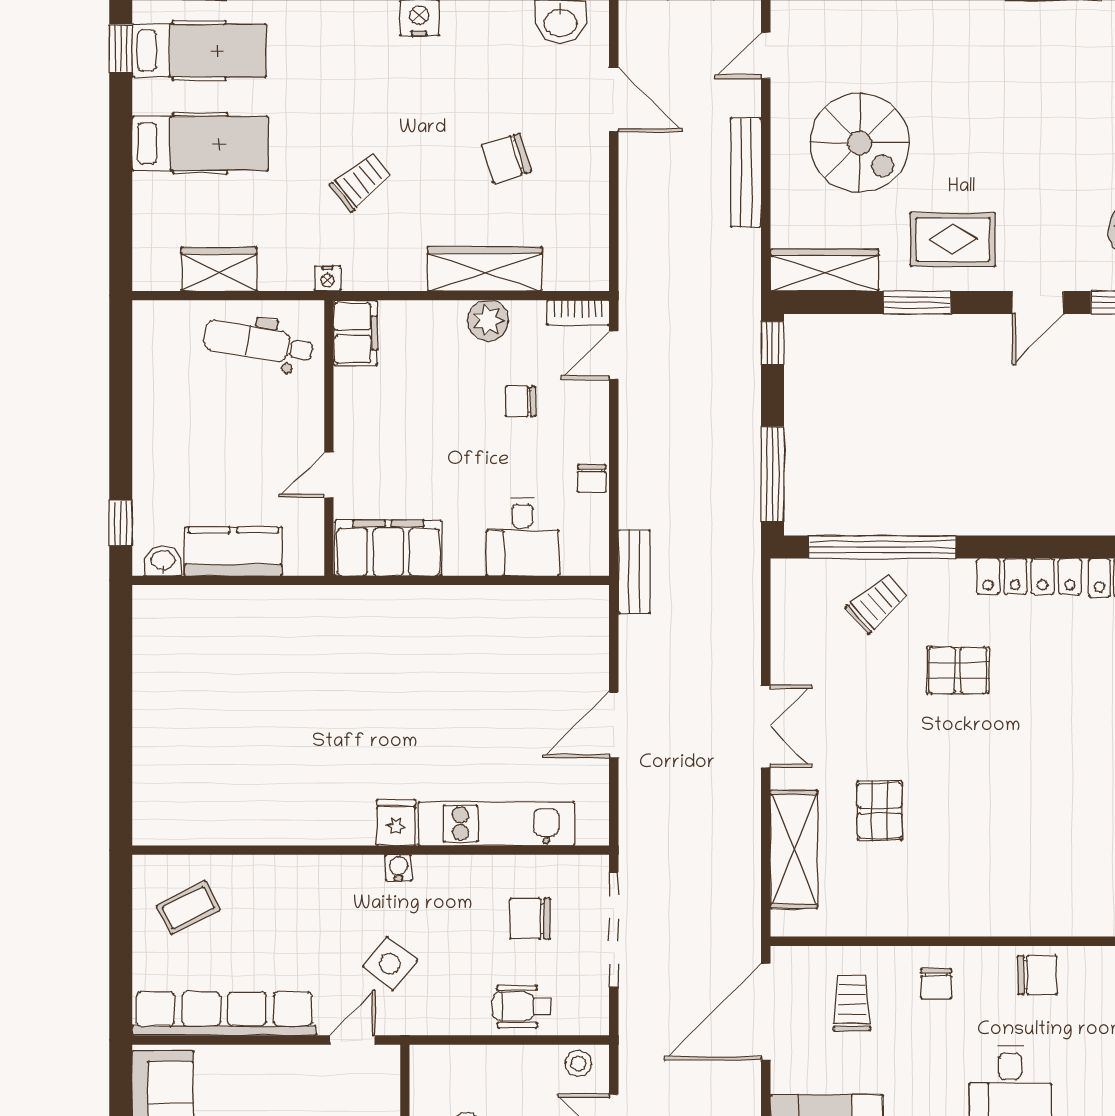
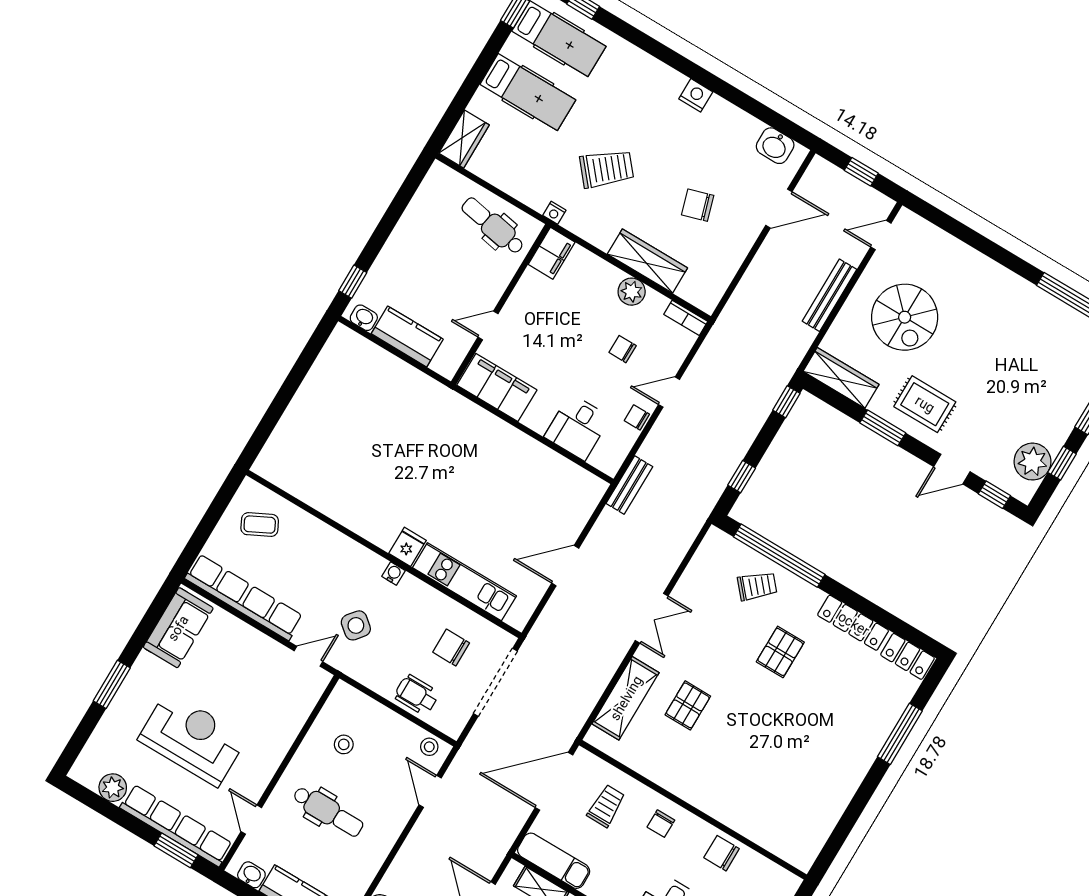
door: (614, 100) -> (779, 209), hinge flipped
trolley: (361, 181) -> (607, 169), width x1.36, depth x1.39
wardrobe: (219, 269) -> (464, 139), moved, turned 90
door: (614, 355) -> (669, 392), moved
window: (773, 474) -> (742, 477), width x0.46
chair: (592, 479) -> (637, 417), turned 90
pallet: (958, 670) -> (780, 652), turned 90
chair: (1037, 975) -> (722, 853), turned 180

